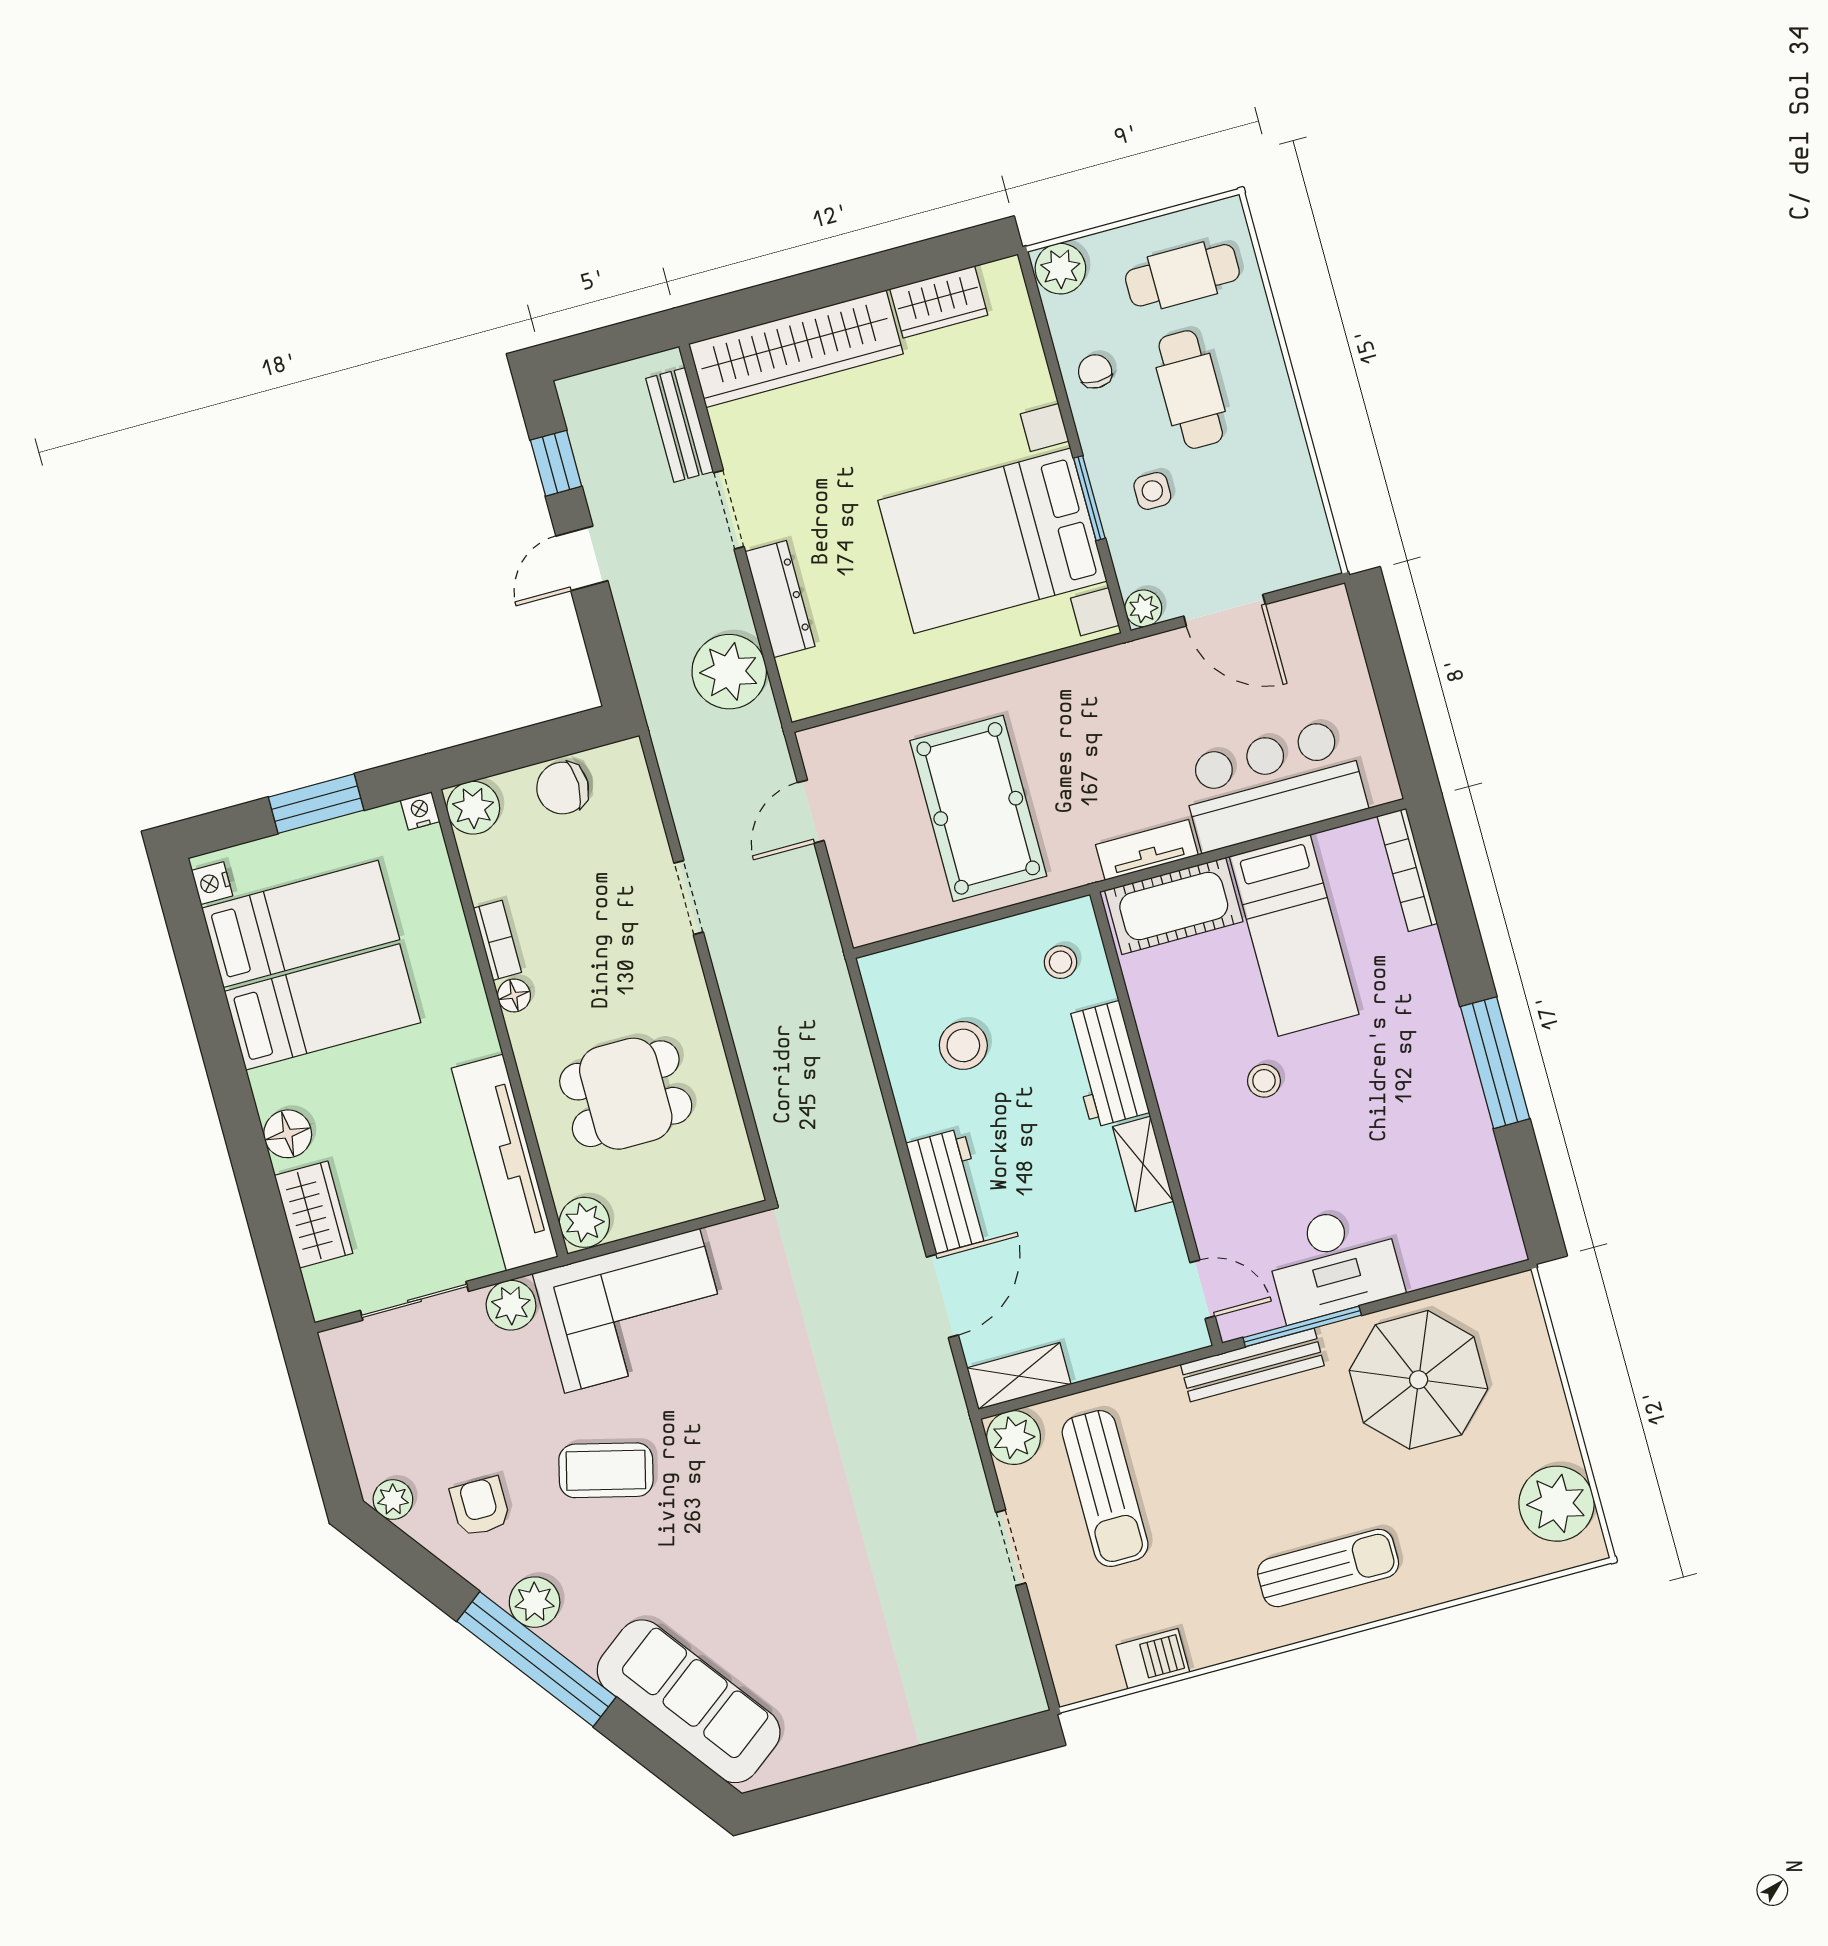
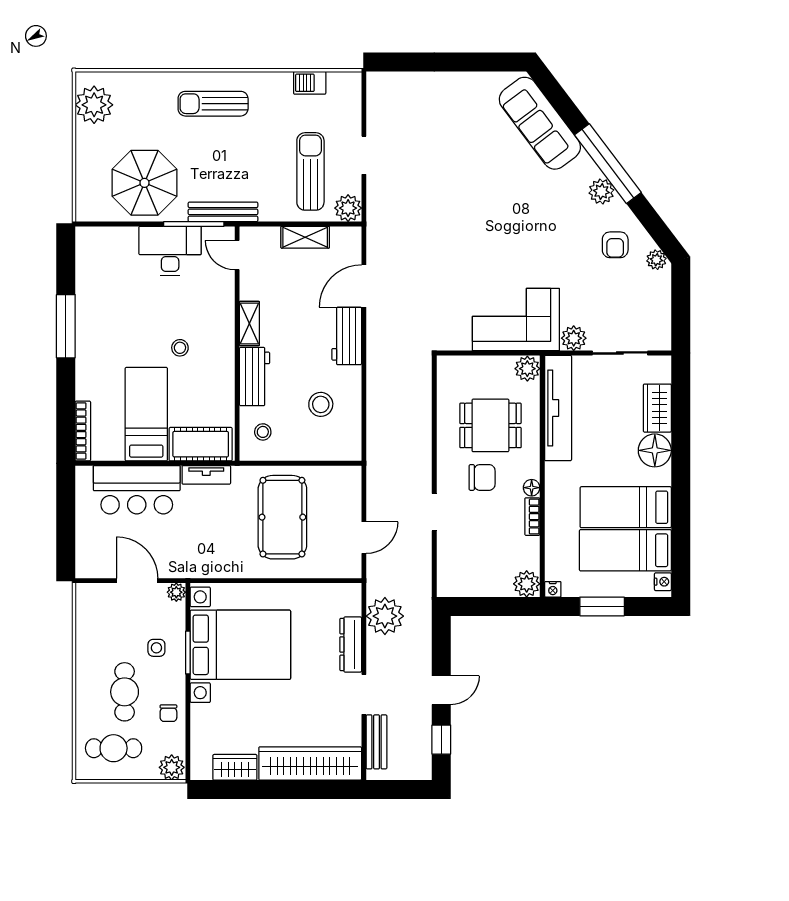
chair: (563, 788) -> (482, 477), moved
floor lamp: (288, 1134) -> (655, 450), width x1.38, depth x1.38
shelving: (1019, 1376) -> (305, 237), moved
coffee table: (606, 1470) -> (550, 246), removed

